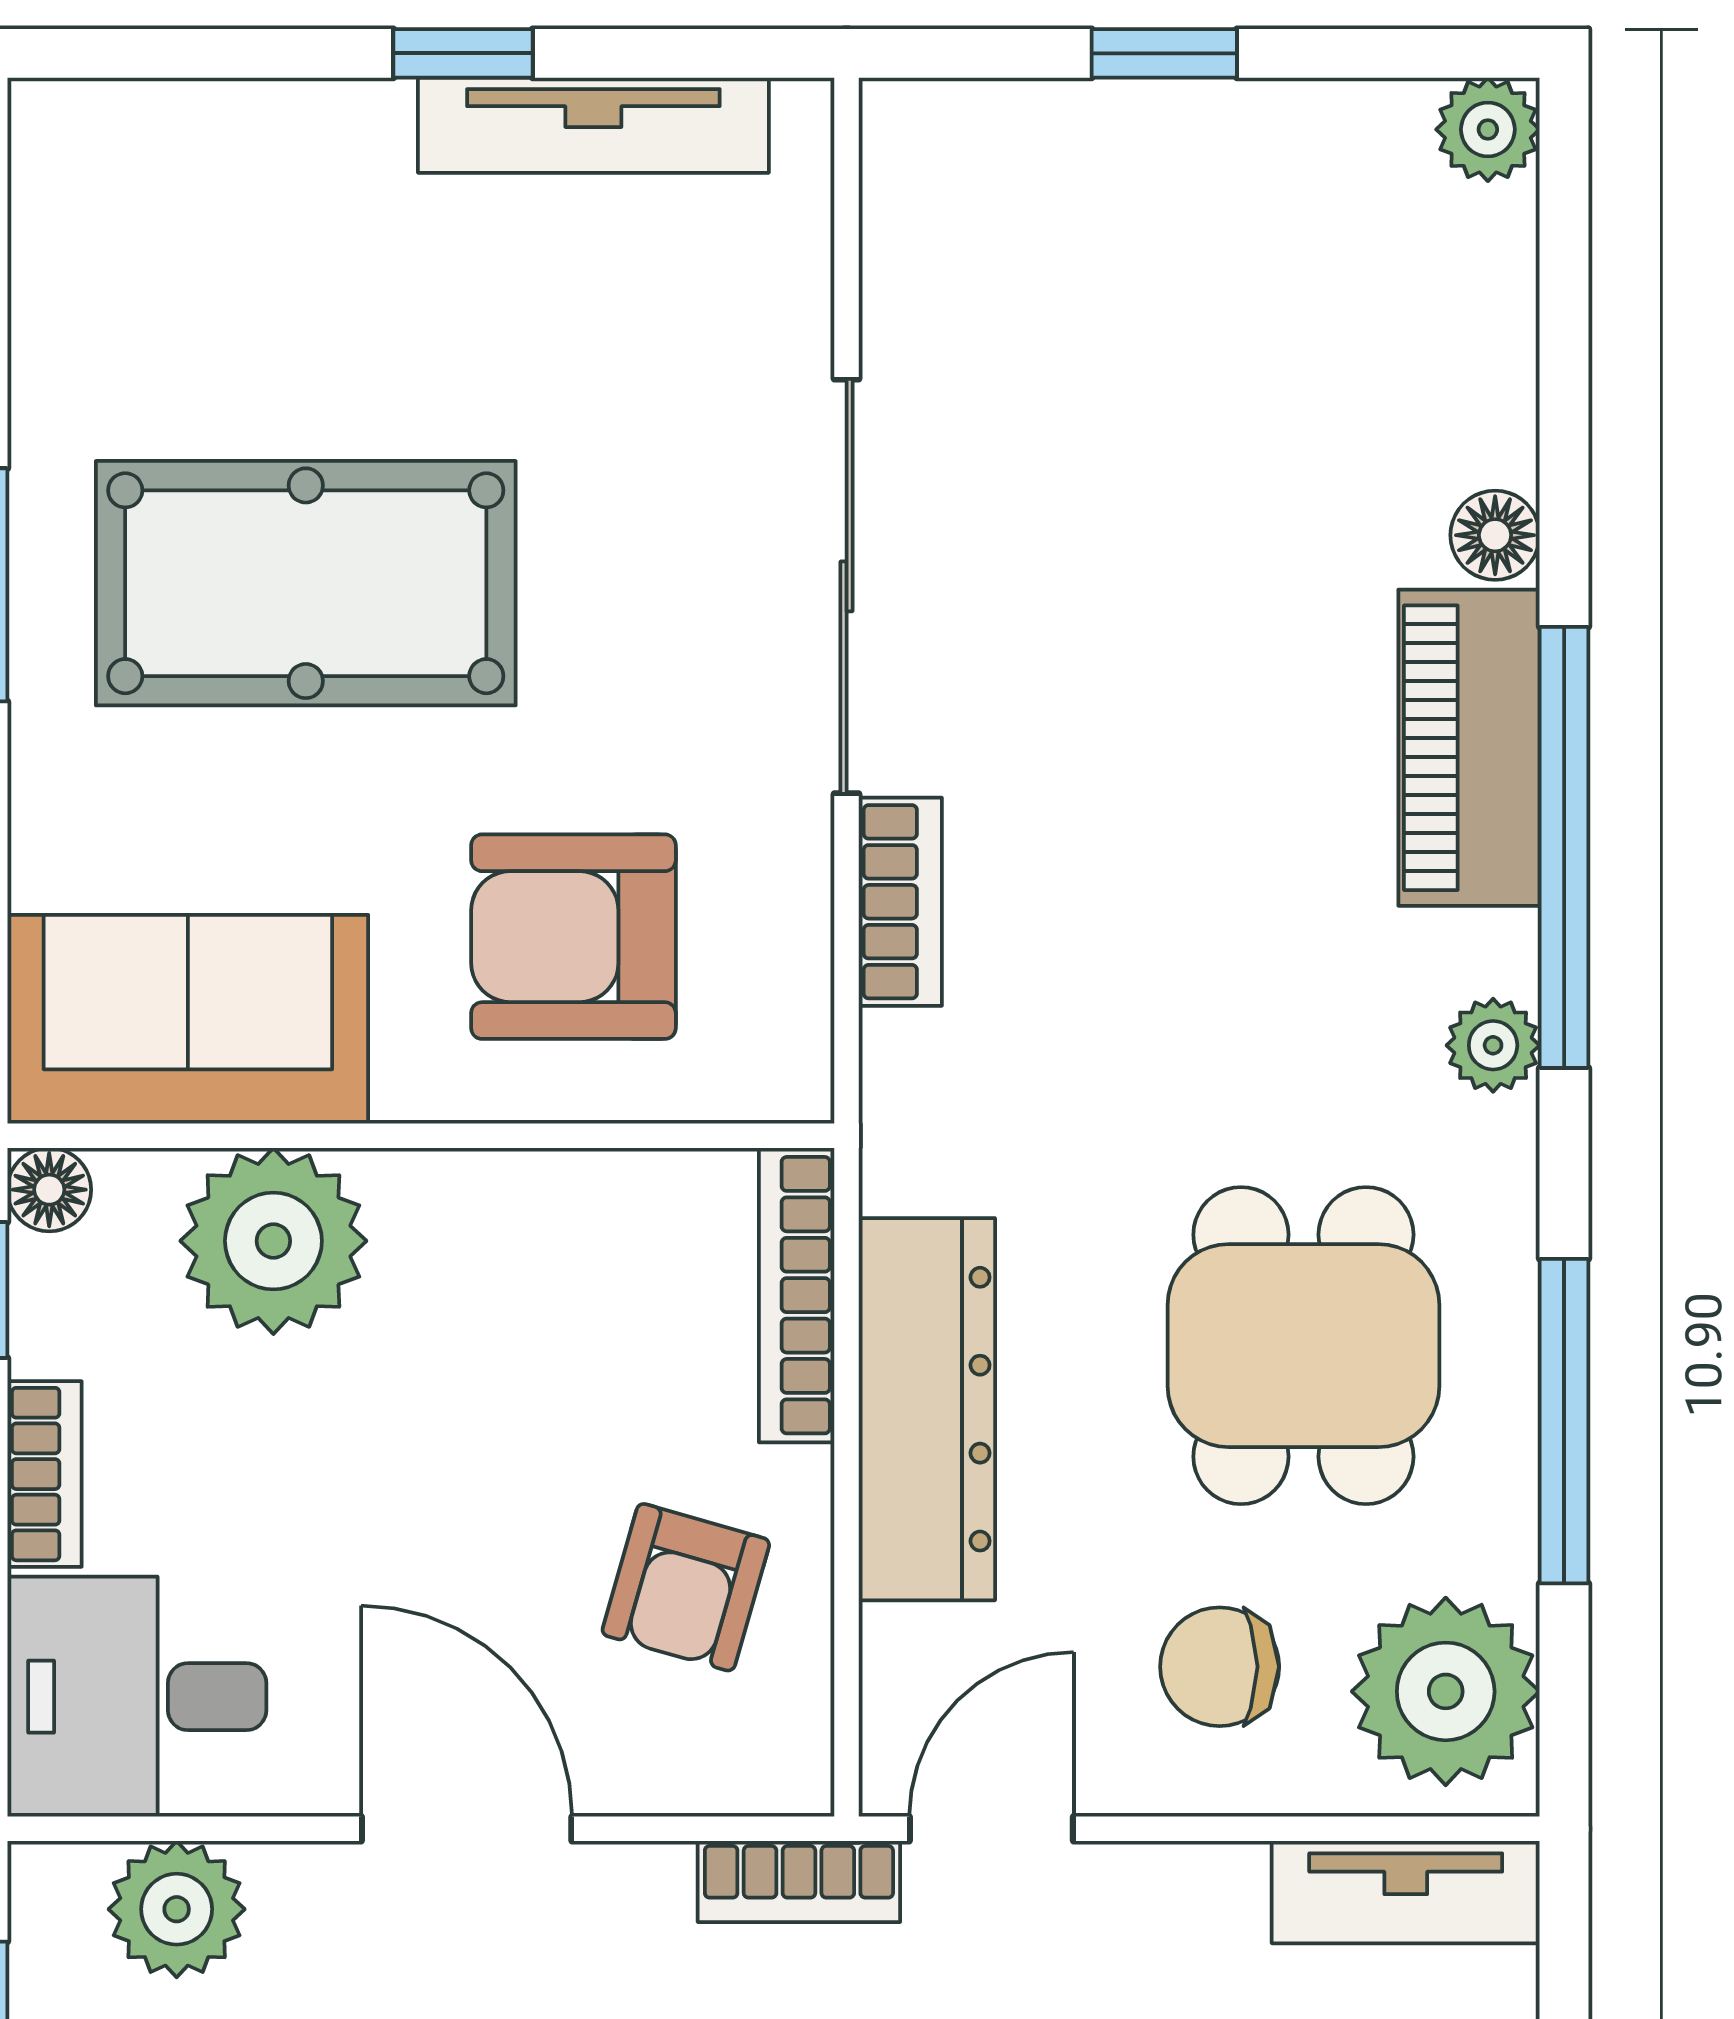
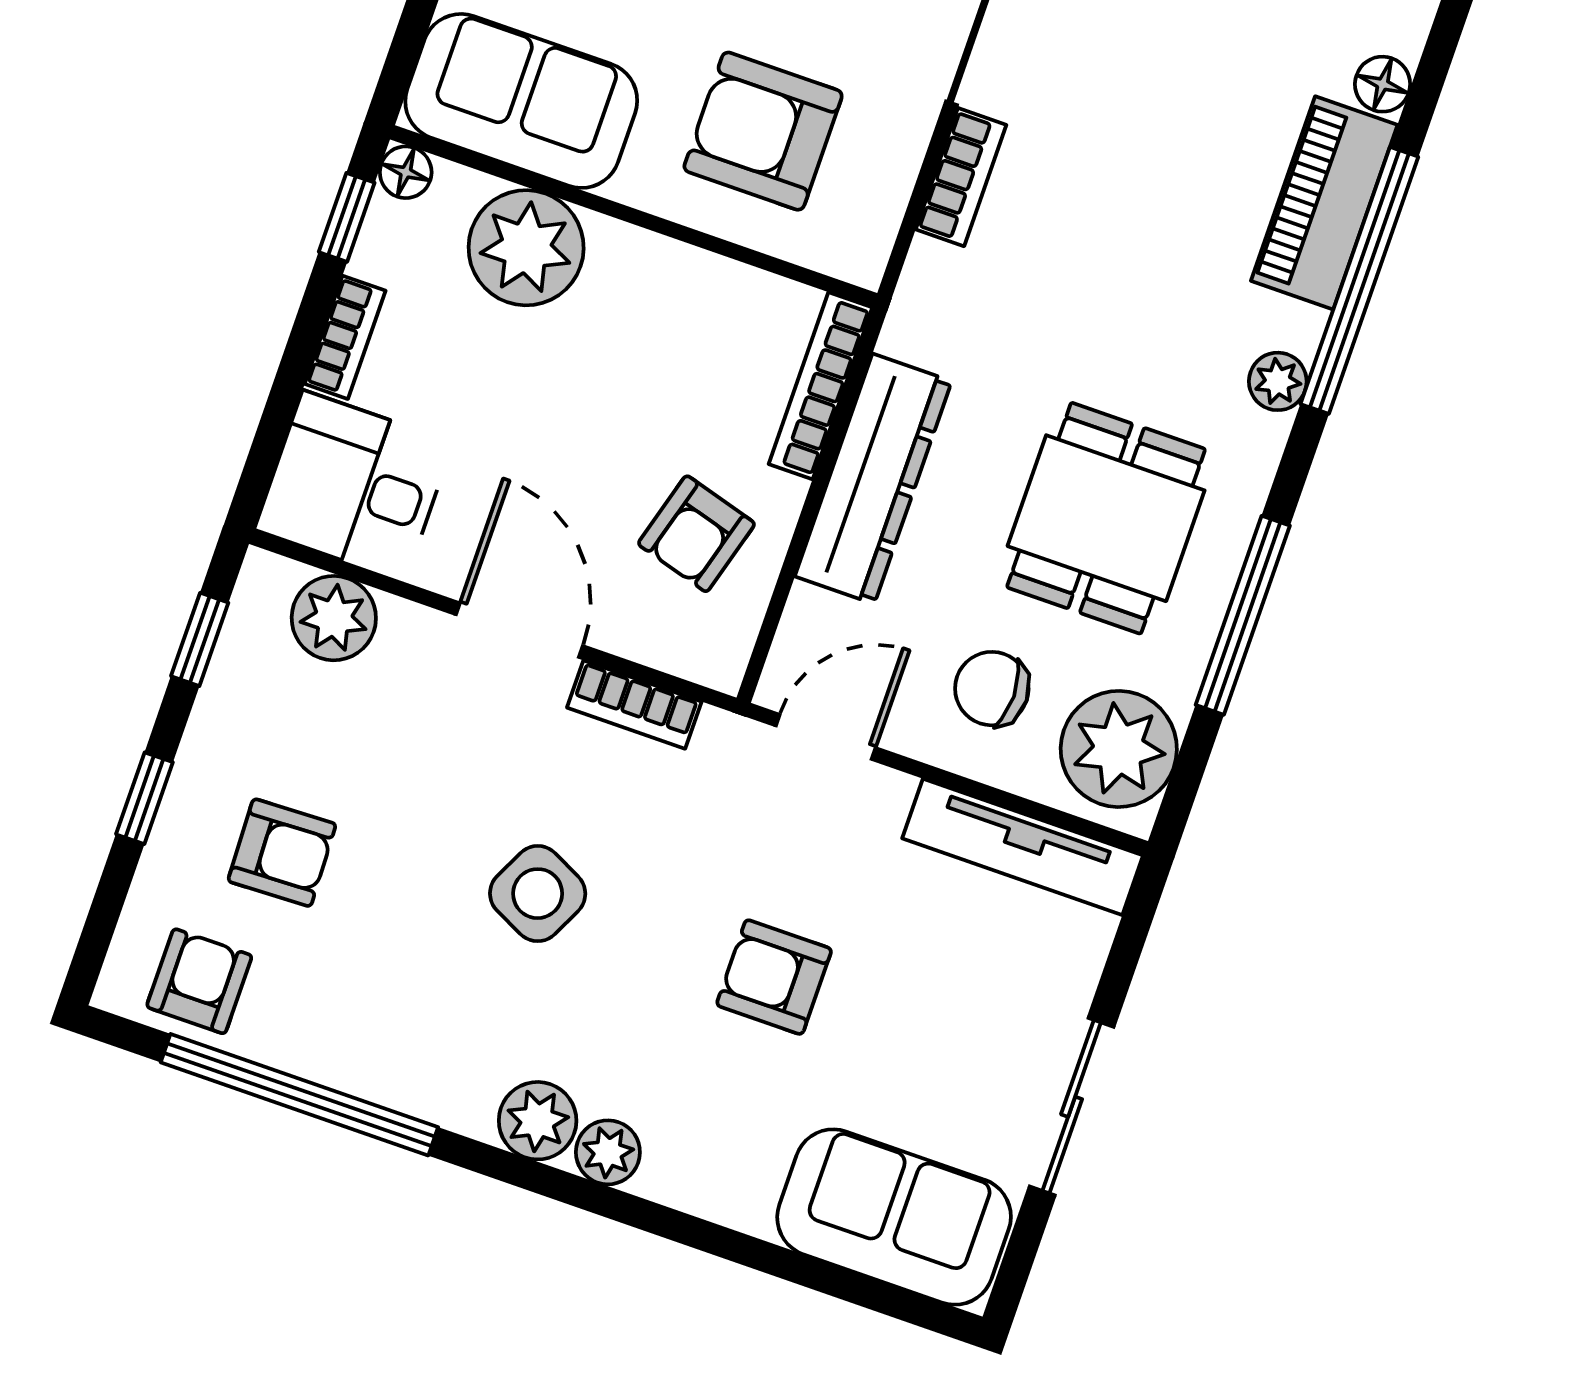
bookcase: (799, 1882) -> (634, 705), moved
tv unit: (1406, 1892) -> (1023, 847), width x1.41

